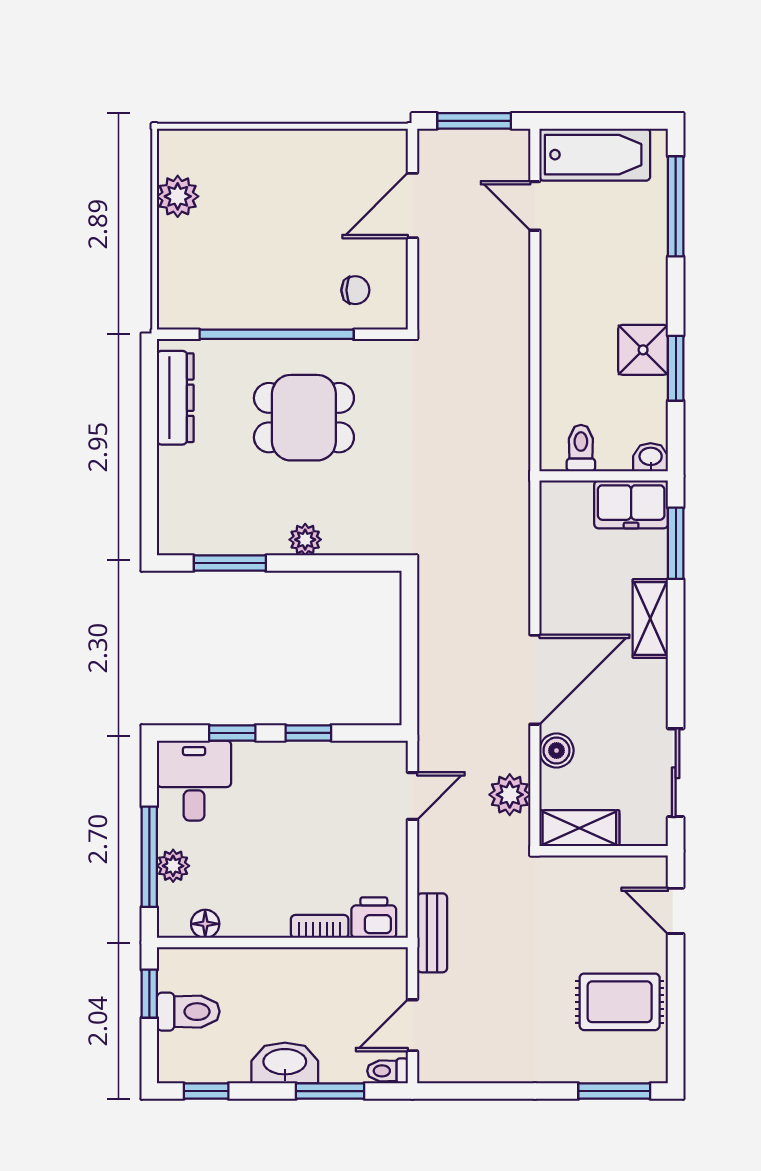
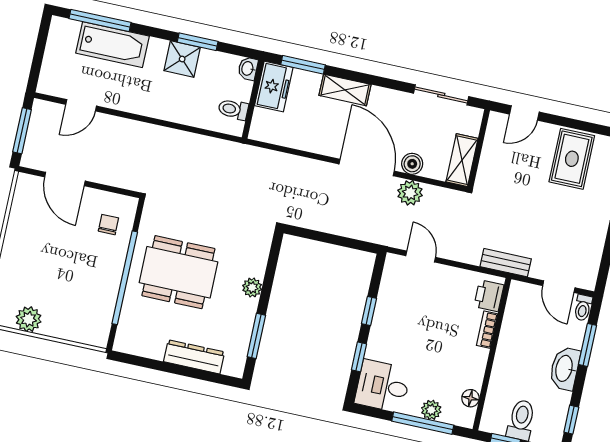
bathtub: (595, 155) -> (112, 45), moved, turned 90
dresser: (175, 398) -> (194, 357), moved
dining table: (304, 418) -> (178, 272), width x1.38
plant: (510, 795) -> (410, 193), moved

